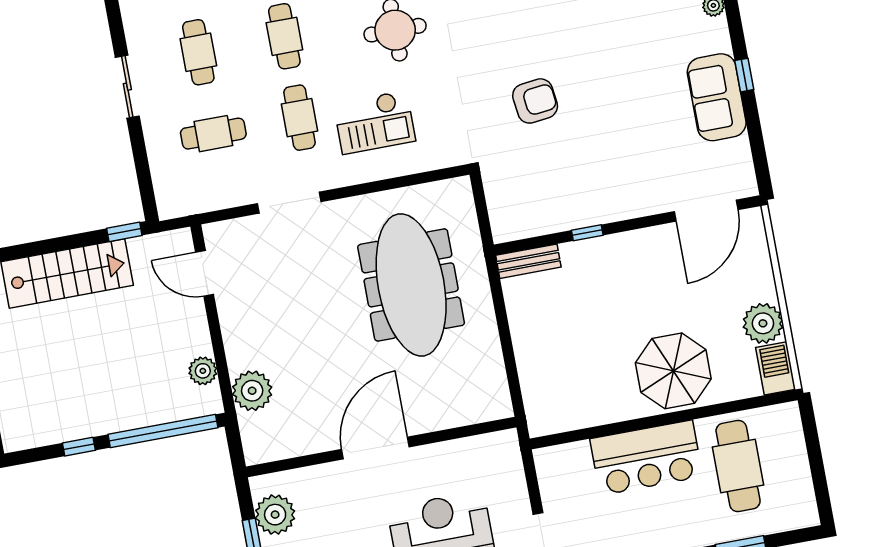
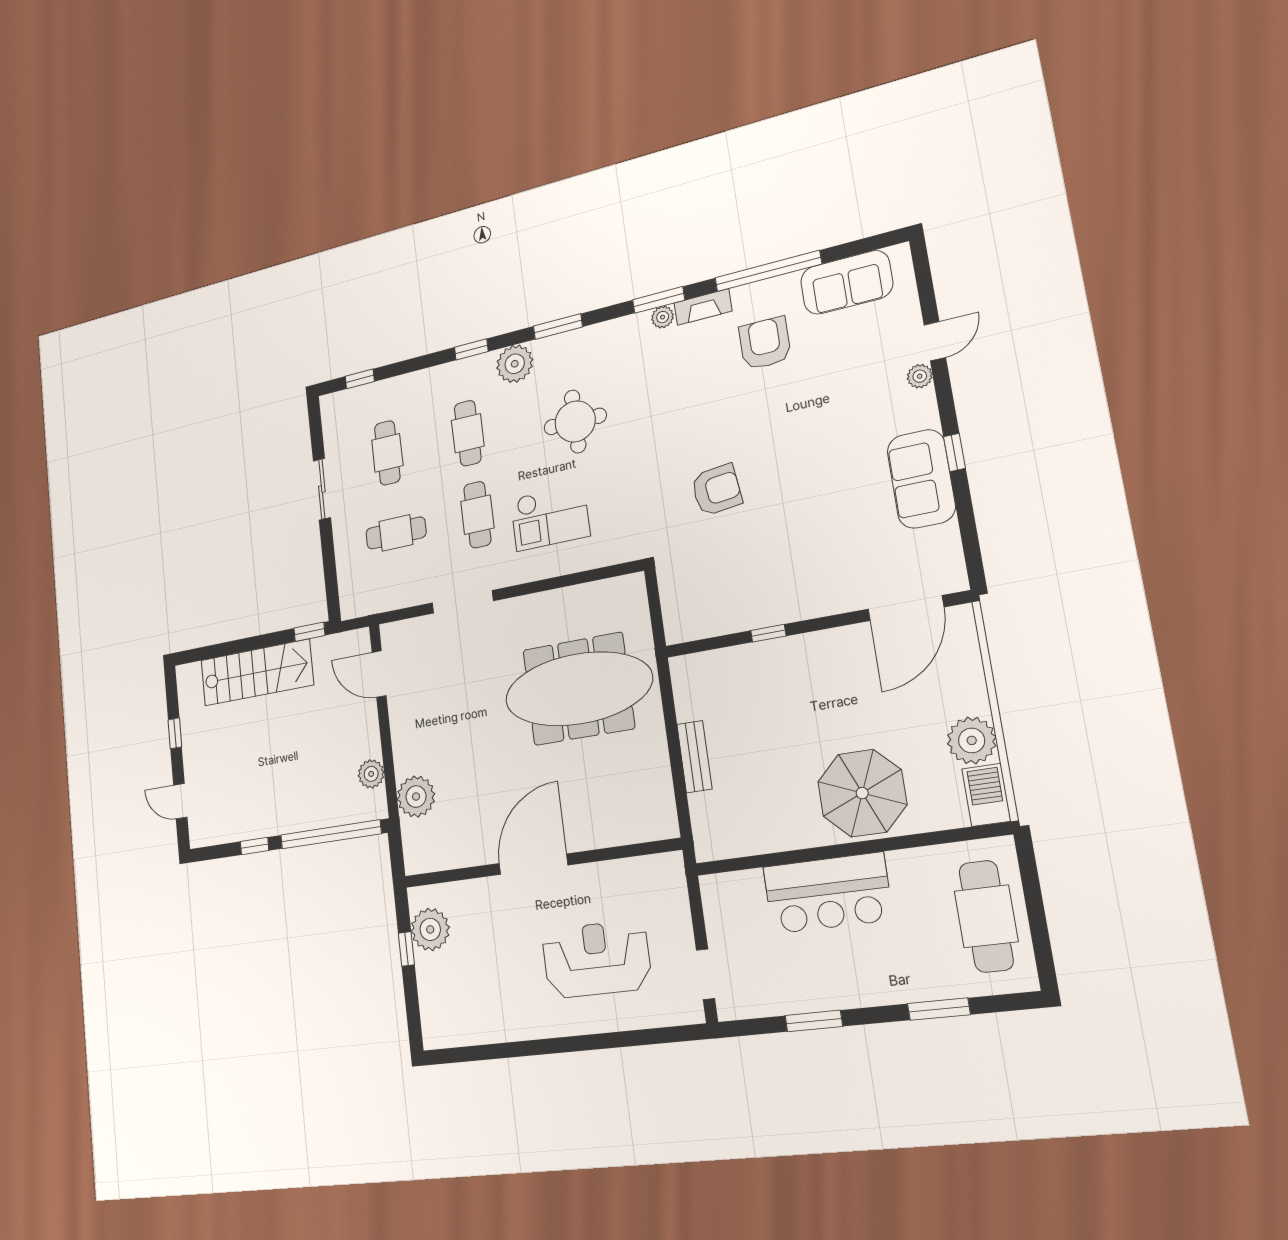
bench: (528, 261) -> (694, 757), moved, turned 90
meeting table: (411, 285) -> (578, 689), turned 90
cafe table: (738, 466) -> (986, 916), moved

